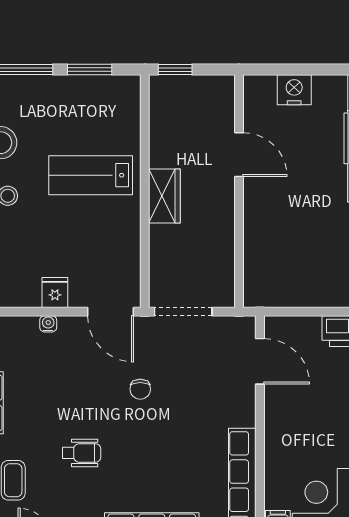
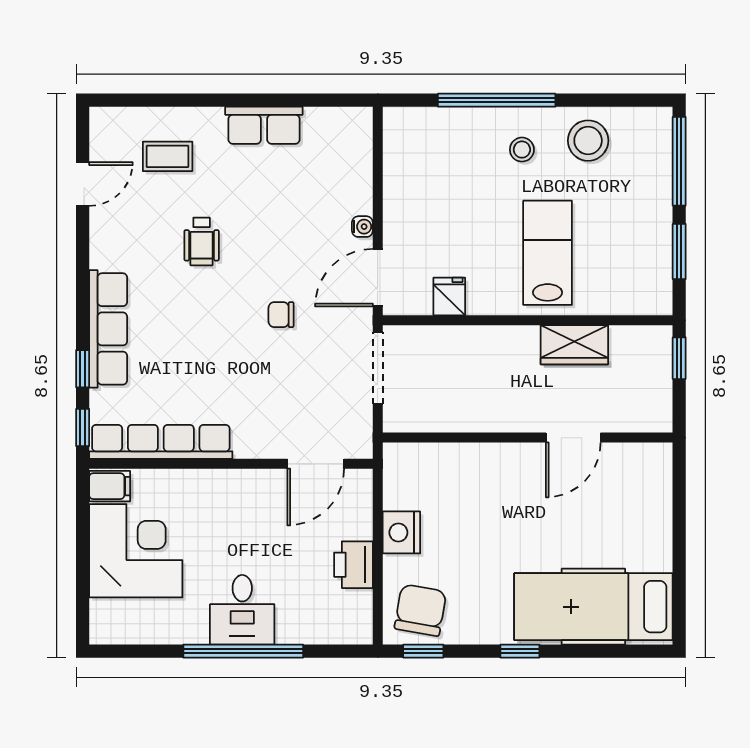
nightstand: (294, 90) -> (401, 532), moved, turned 180
wardrobe: (164, 196) -> (574, 345), moved
fridge: (55, 293) -> (449, 296), moved, turned -90
water cooler: (48, 324) -> (362, 227), moved

